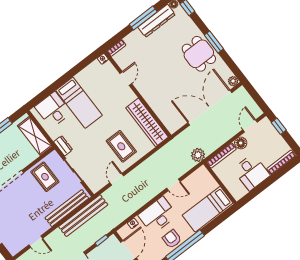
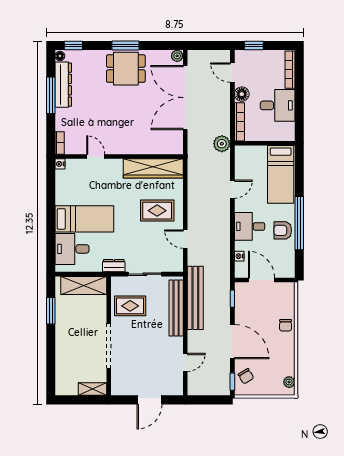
desk: (158, 215) -> (250, 226), width x0.73

